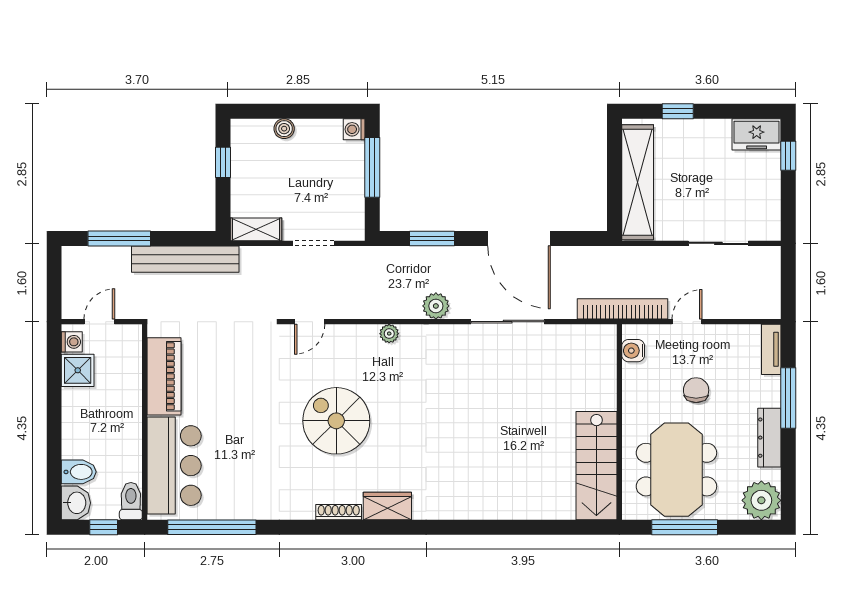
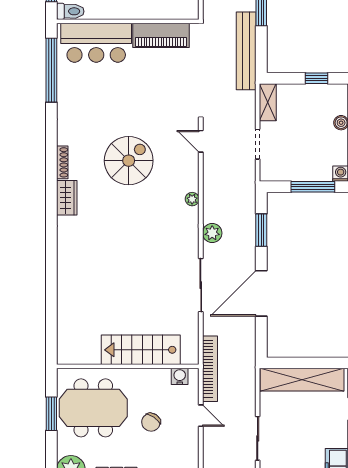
chair: (696, 390) -> (151, 422), turned 124
stairs: (596, 466) -> (141, 350), moved
window: (685, 527) -> (51, 414), width x0.69

